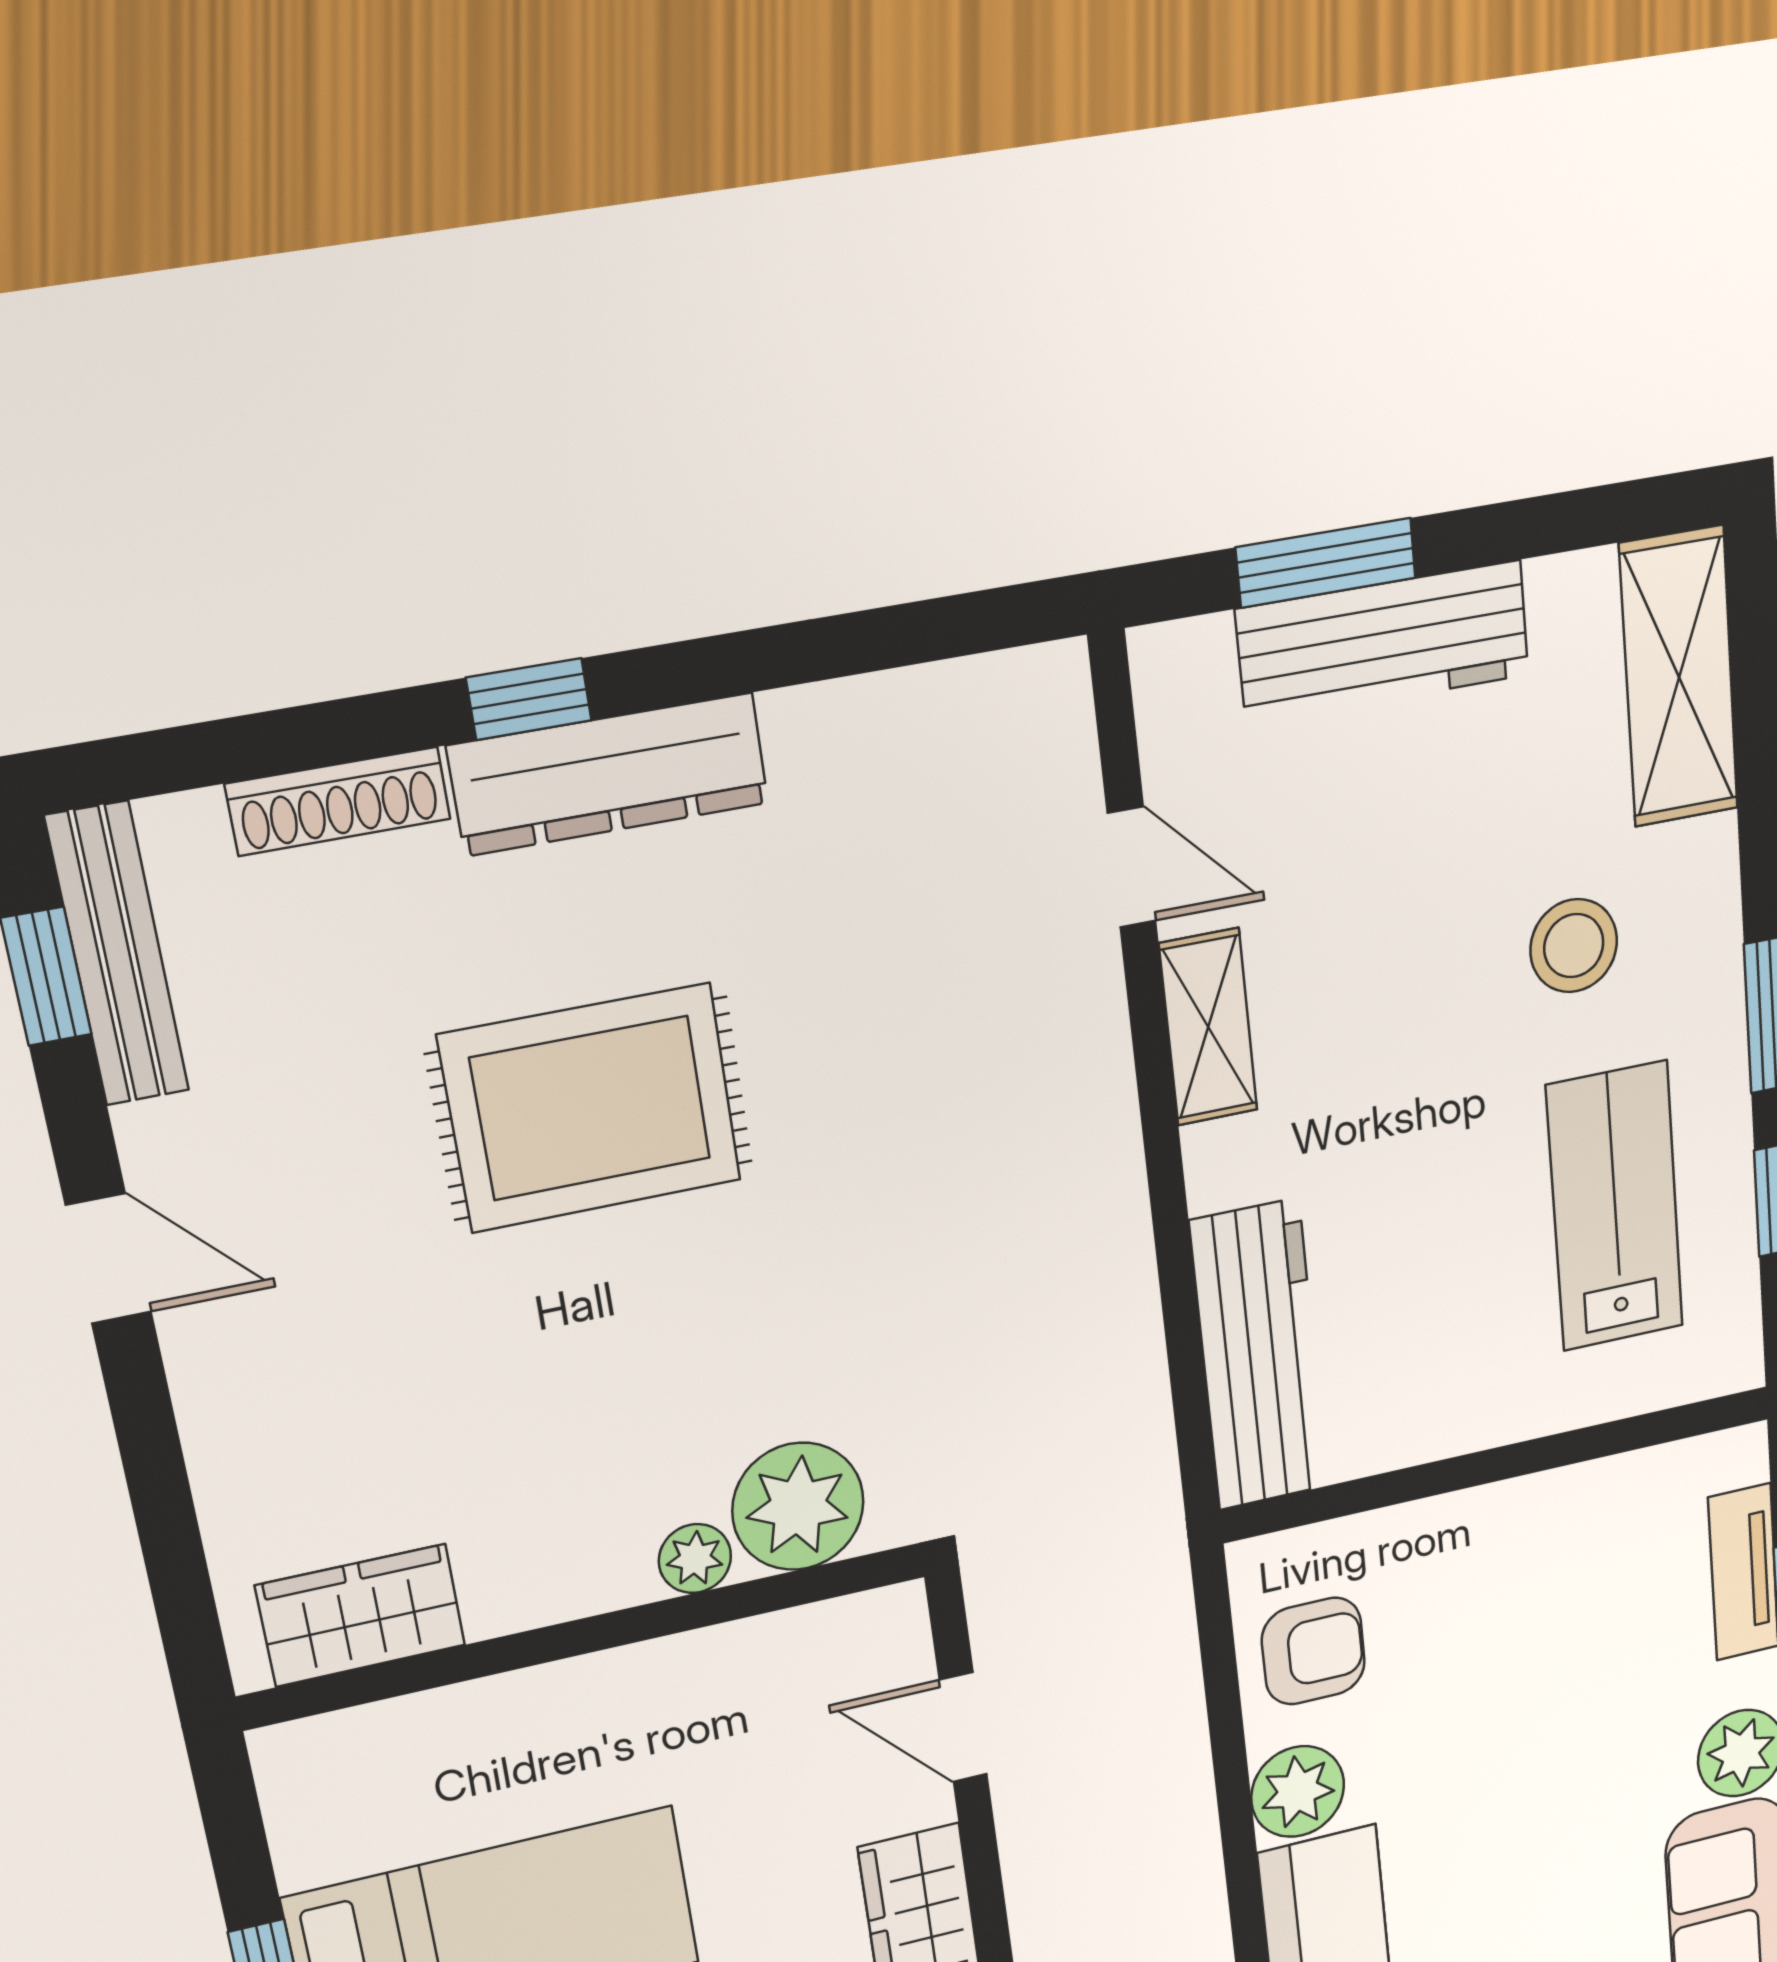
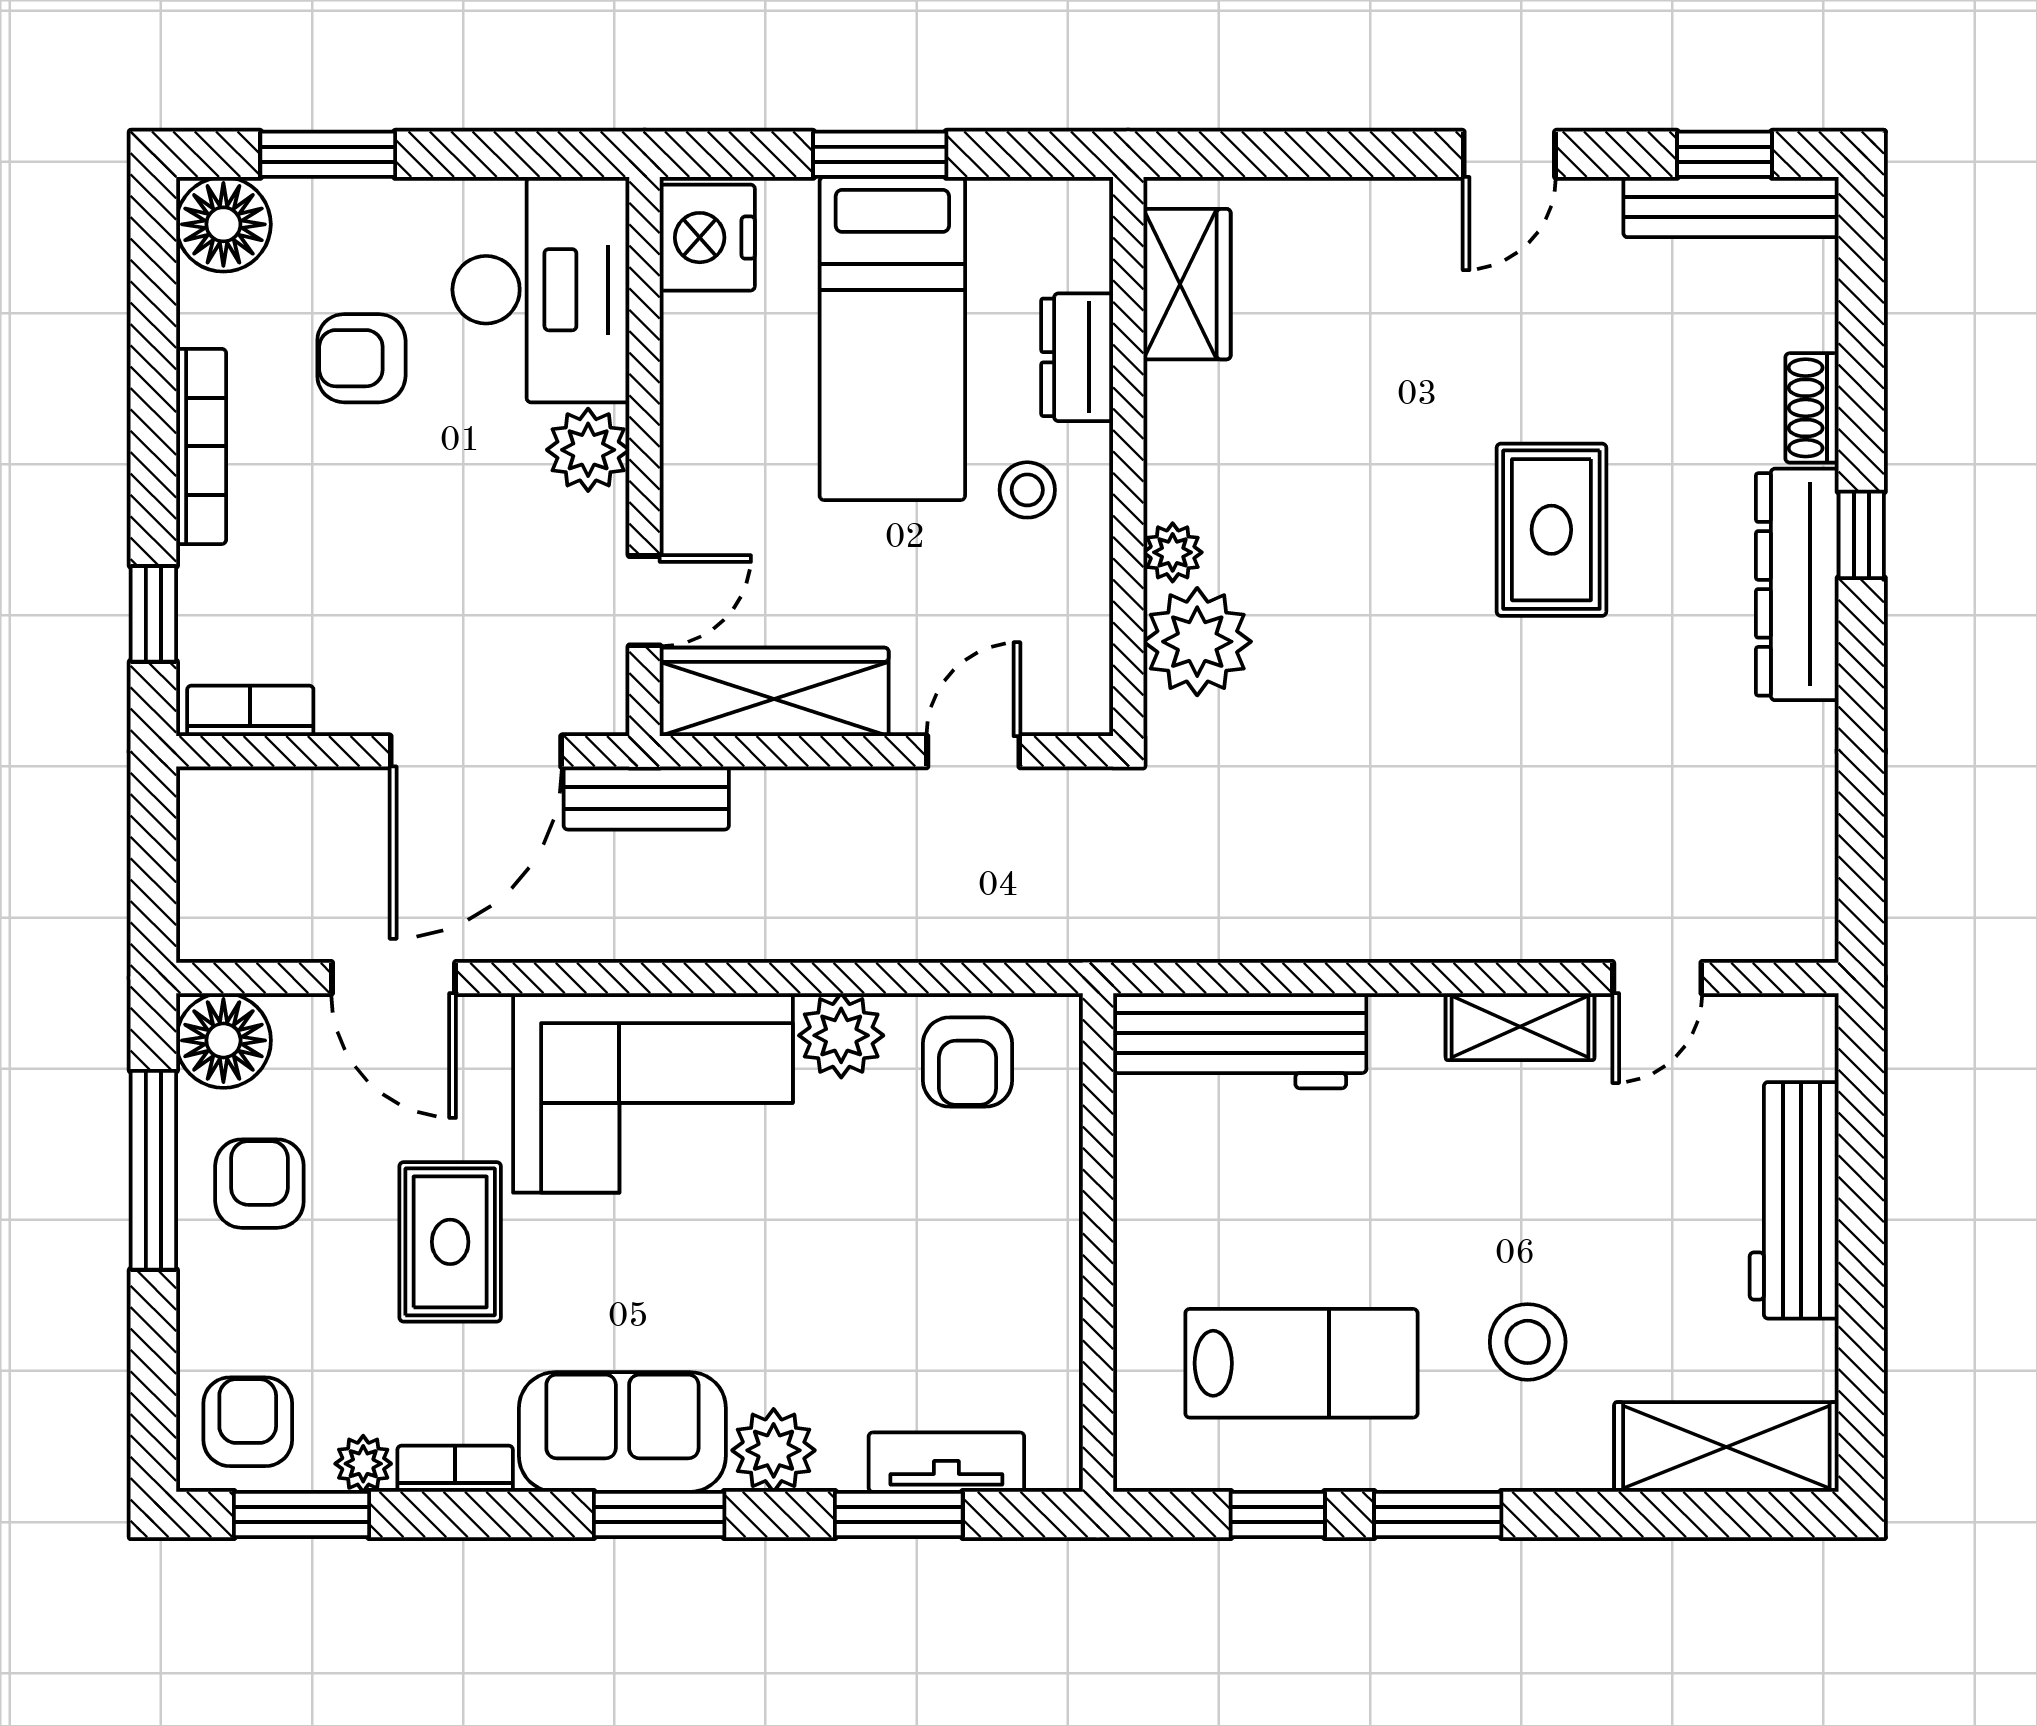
window: (1326, 563) -> (1861, 1159), removed
shoe rack: (338, 801) -> (1812, 408), width x0.70
rug: (591, 1108) -> (1551, 530), width x0.73, depth x0.70
dresser: (476, 1721) -> (1077, 357), added
stool: (648, 1740) -> (1027, 490), added

